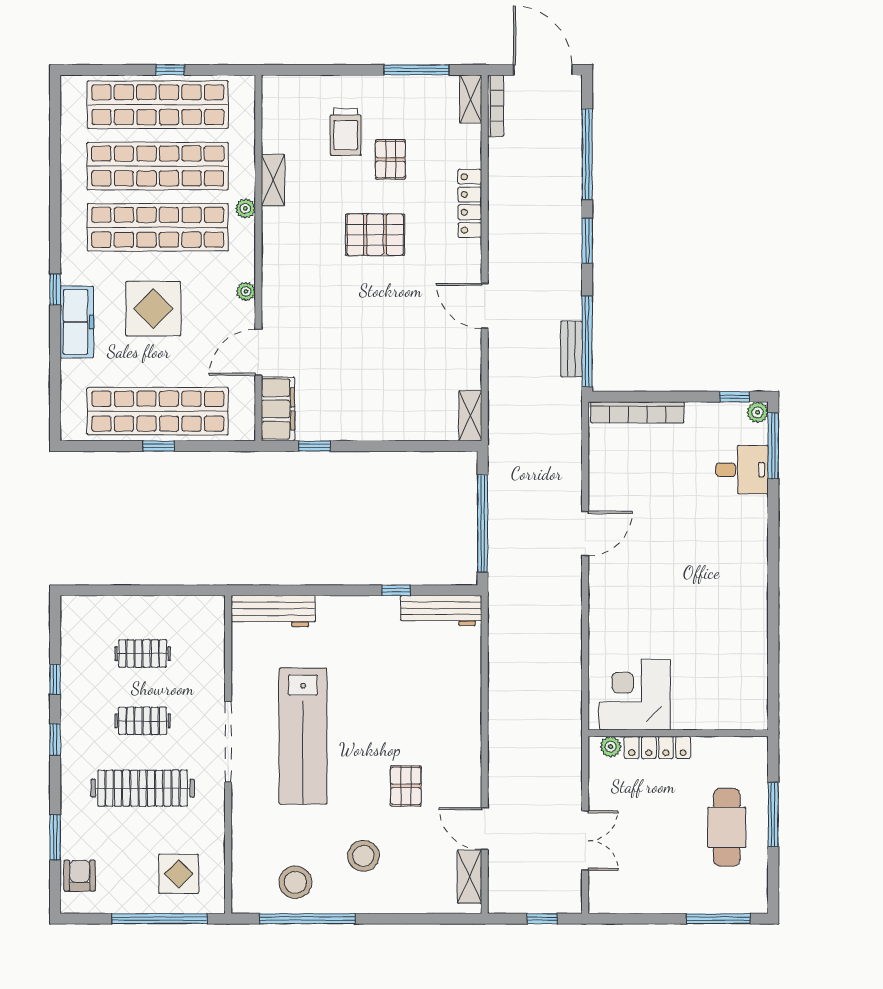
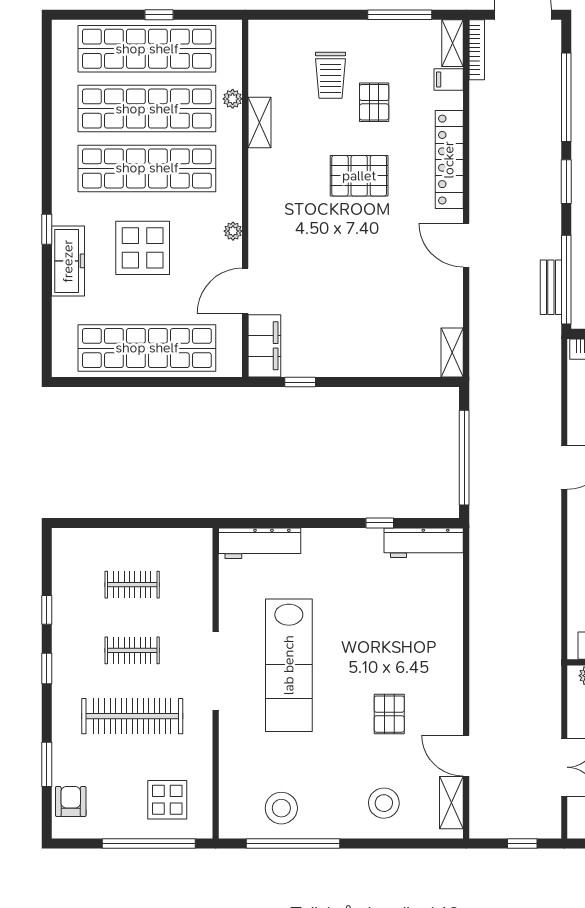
filing cabinet: (467, 136) -> (449, 80), added
locker: (470, 203) -> (449, 160), width x1.41, depth x1.21
plant: (245, 208) -> (233, 99), moved
window: (159, 446) -> (148, 382), removed
stool: (363, 856) -> (384, 803), moved

